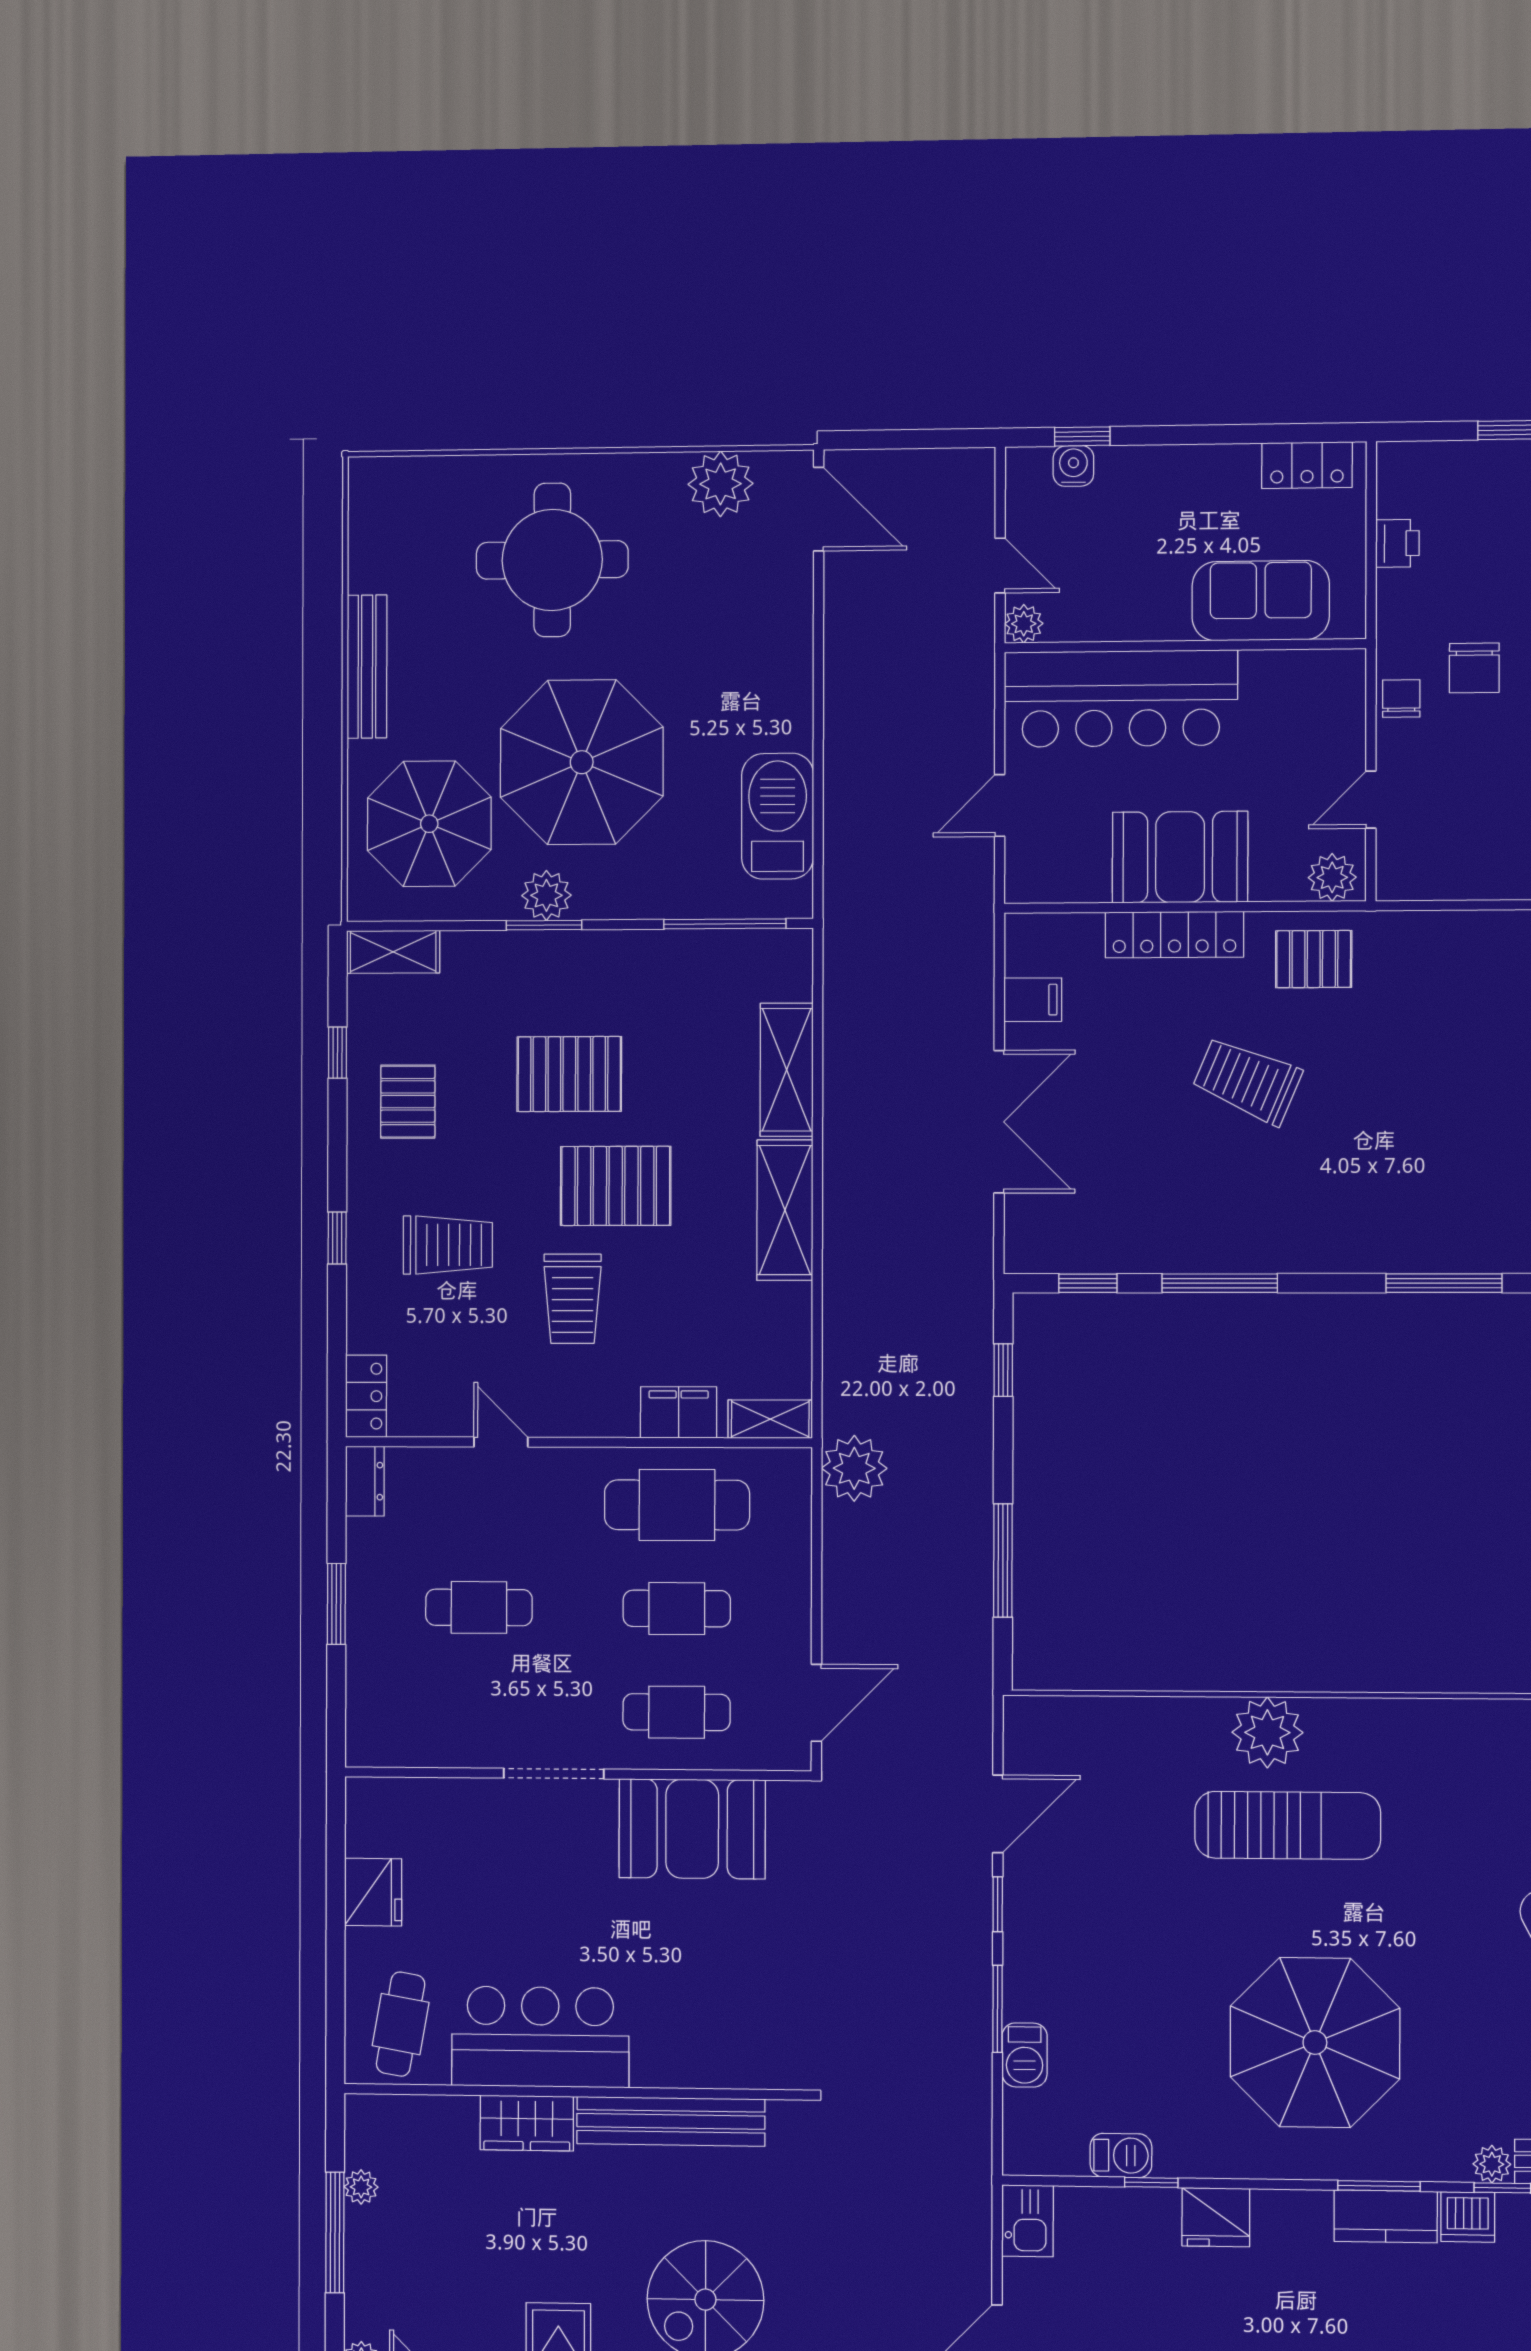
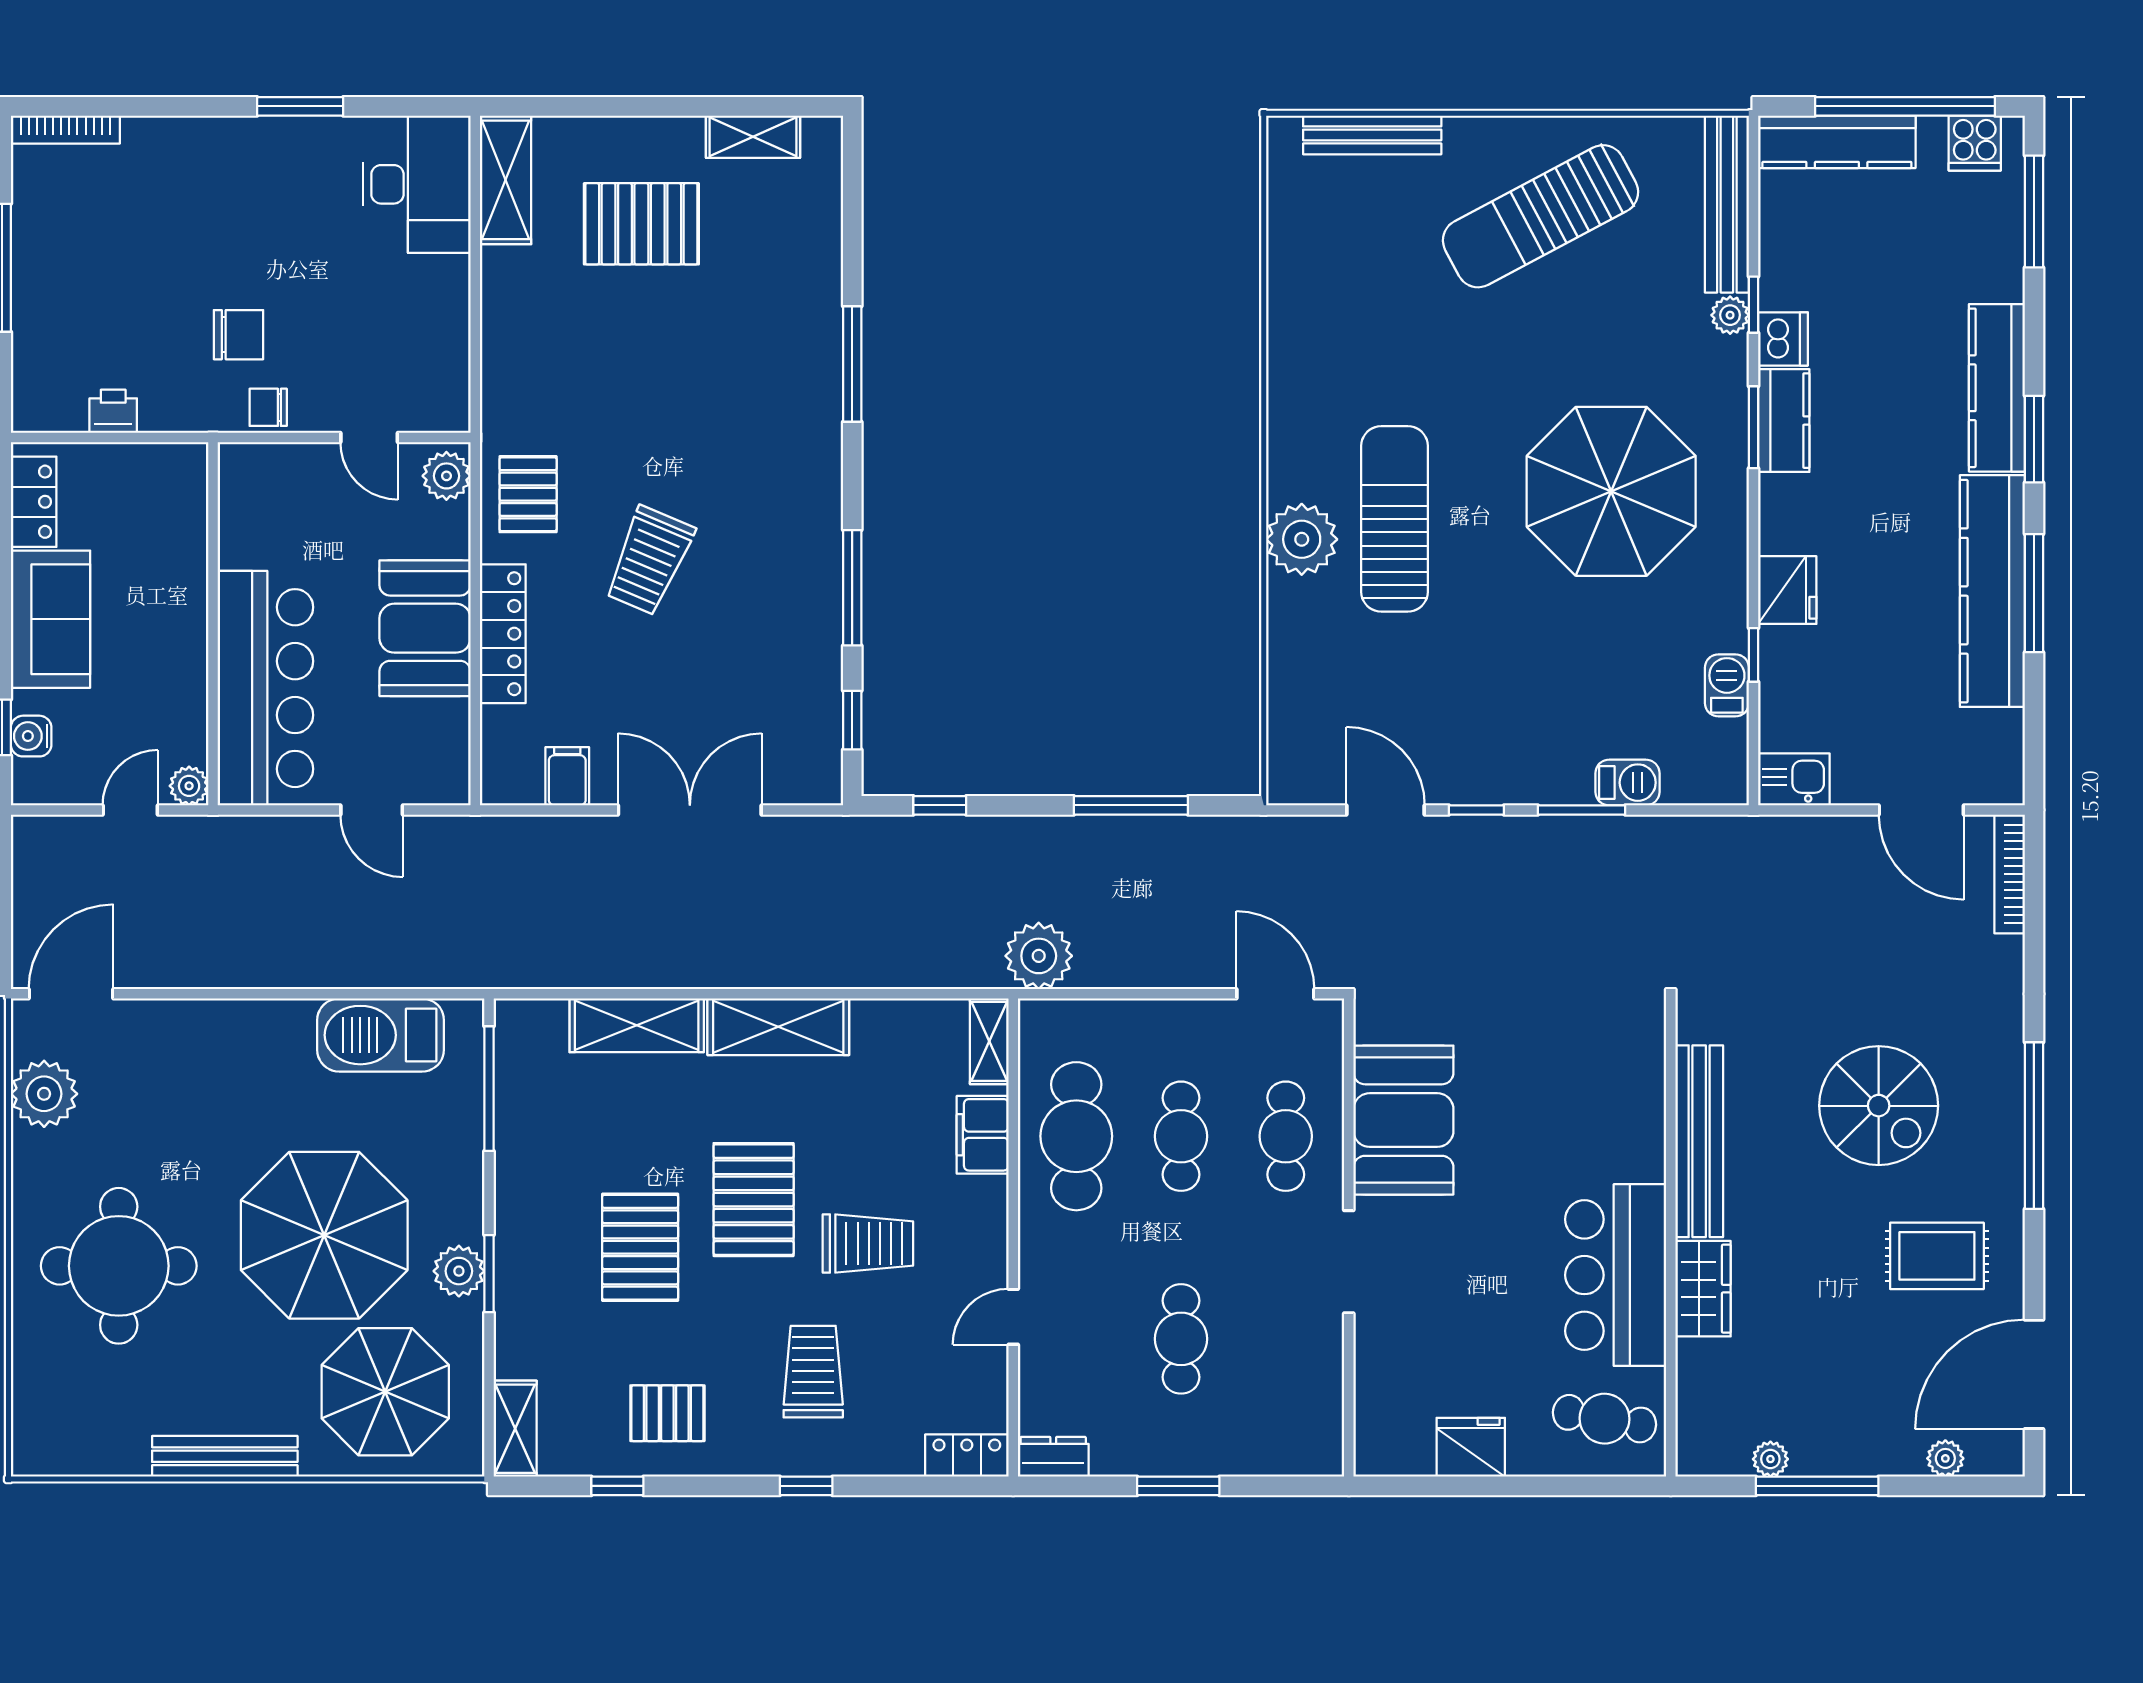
sofa: (1261, 601) -> (50, 619), moved, turned 180

